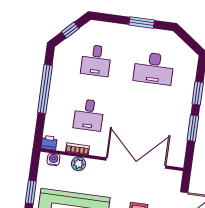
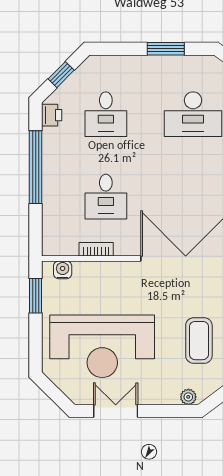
printer: (49, 143) -> (52, 115), moved, turned 90
plant: (79, 164) -> (101, 271), removed
window: (31, 192) -> (36, 296), moved

